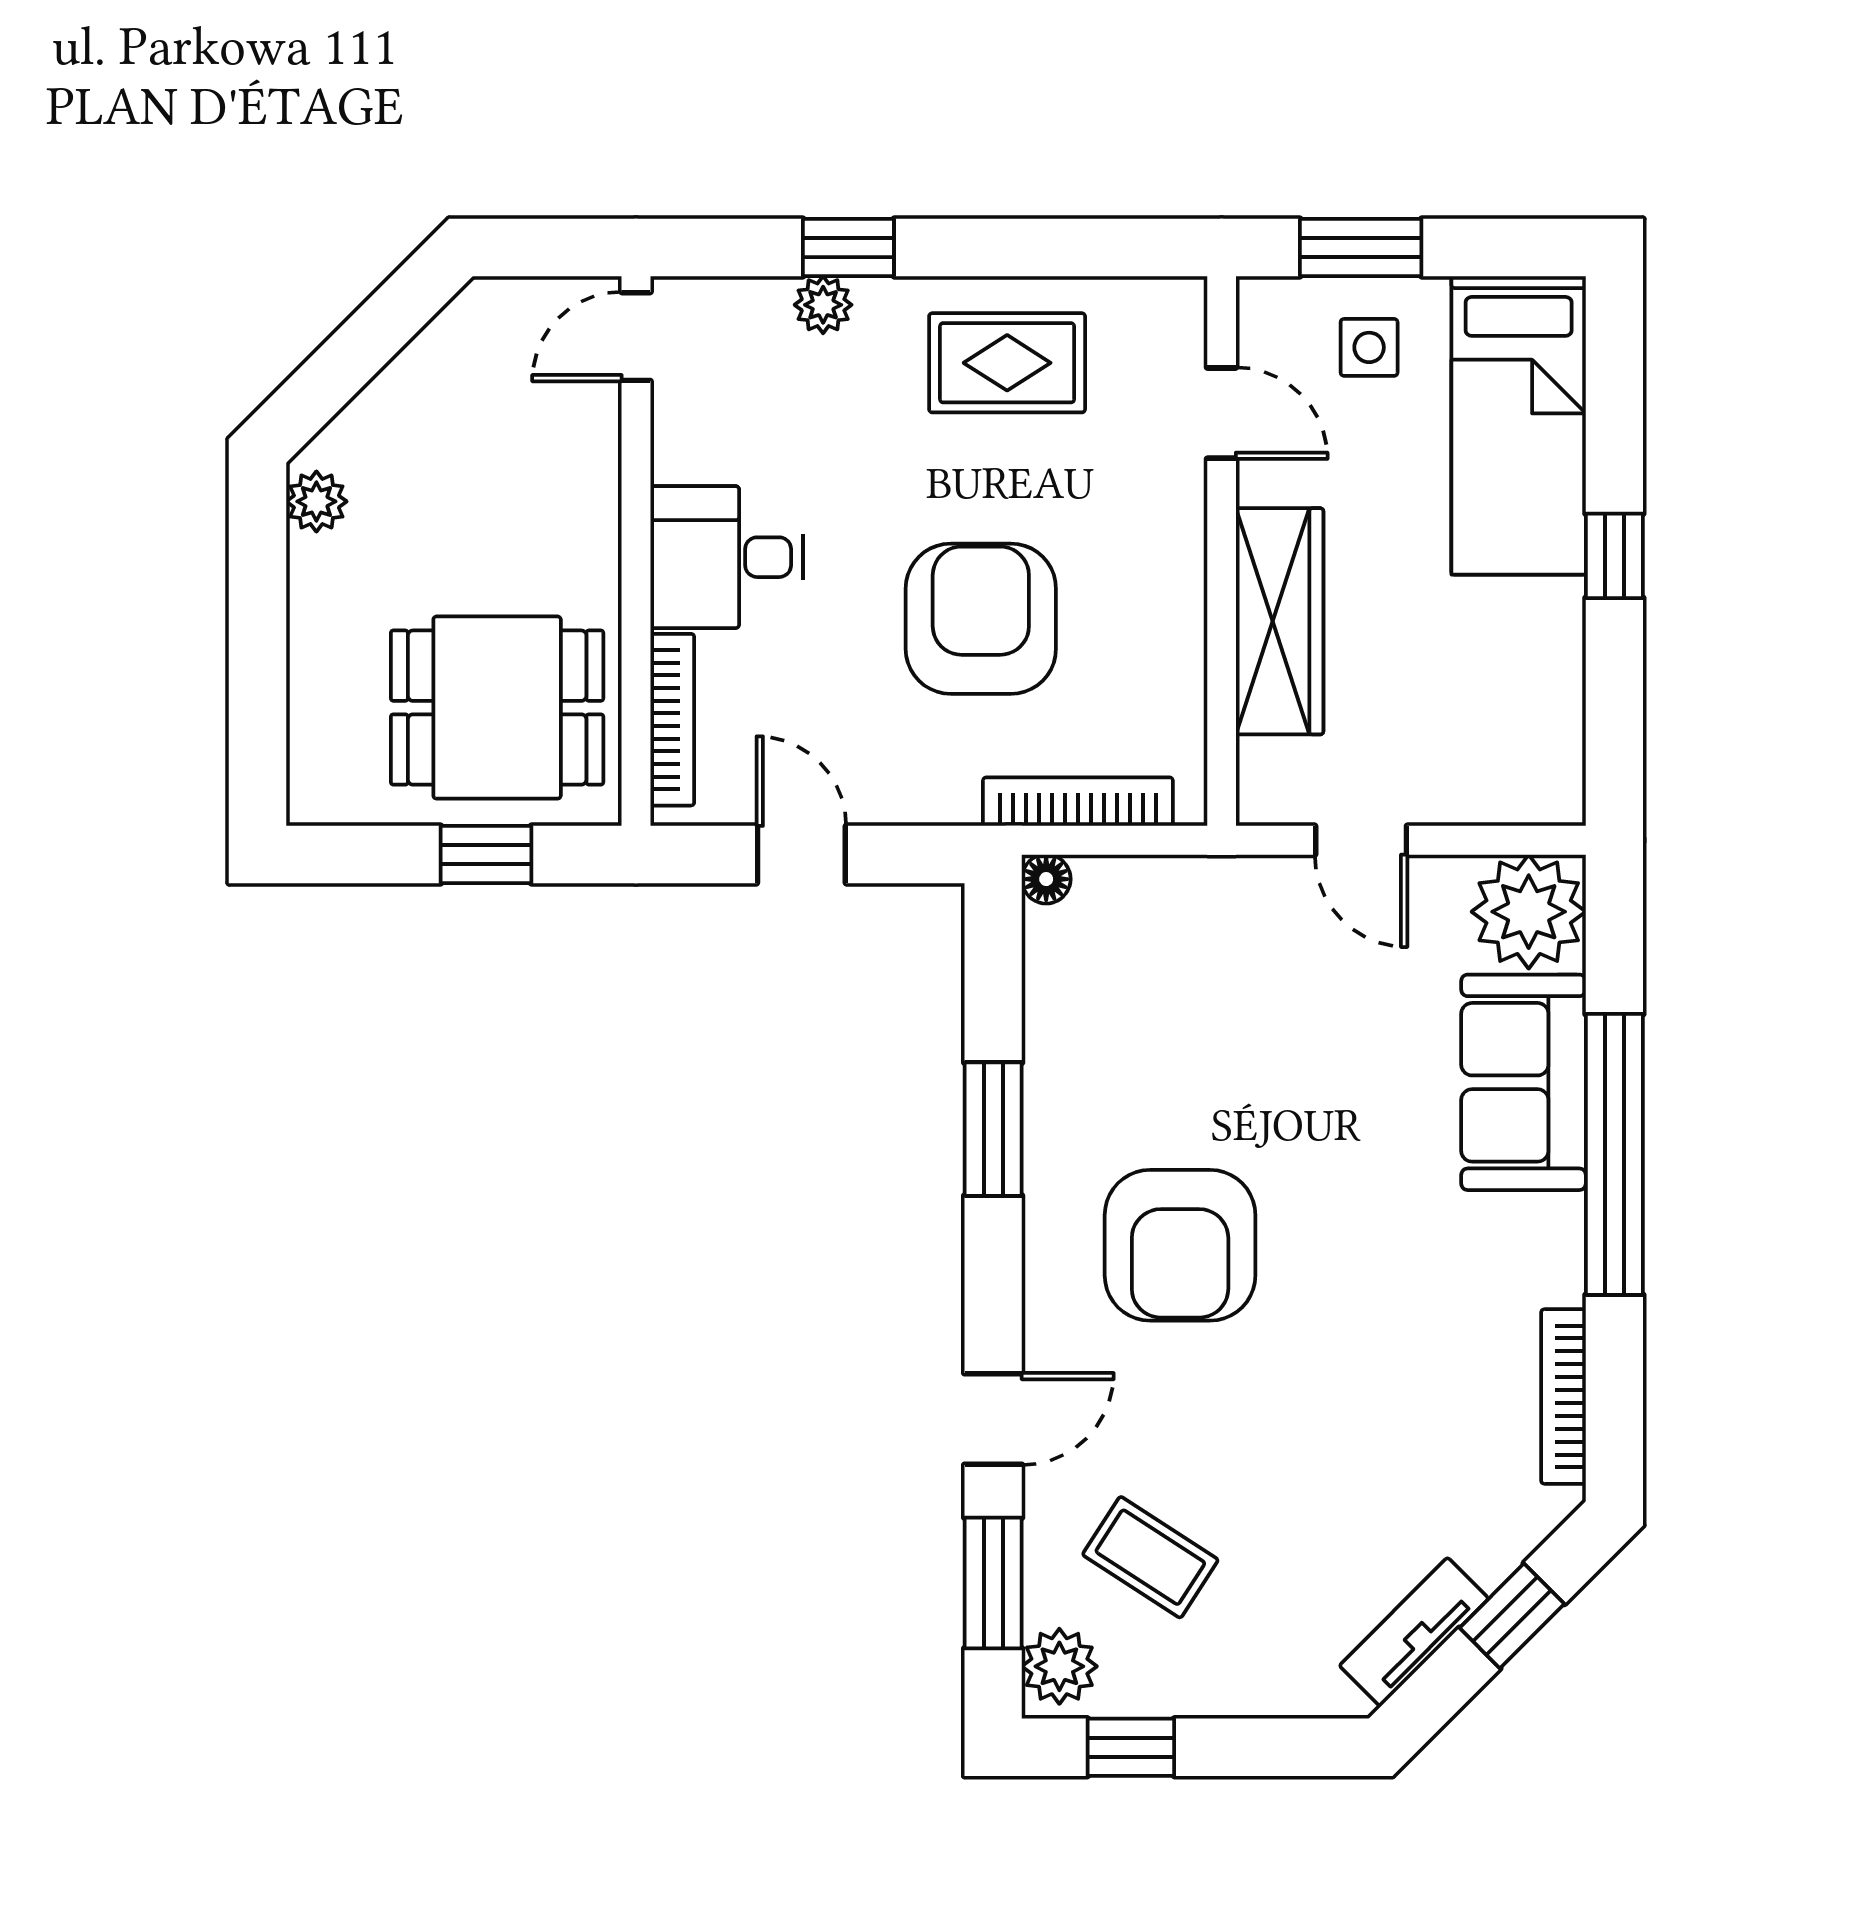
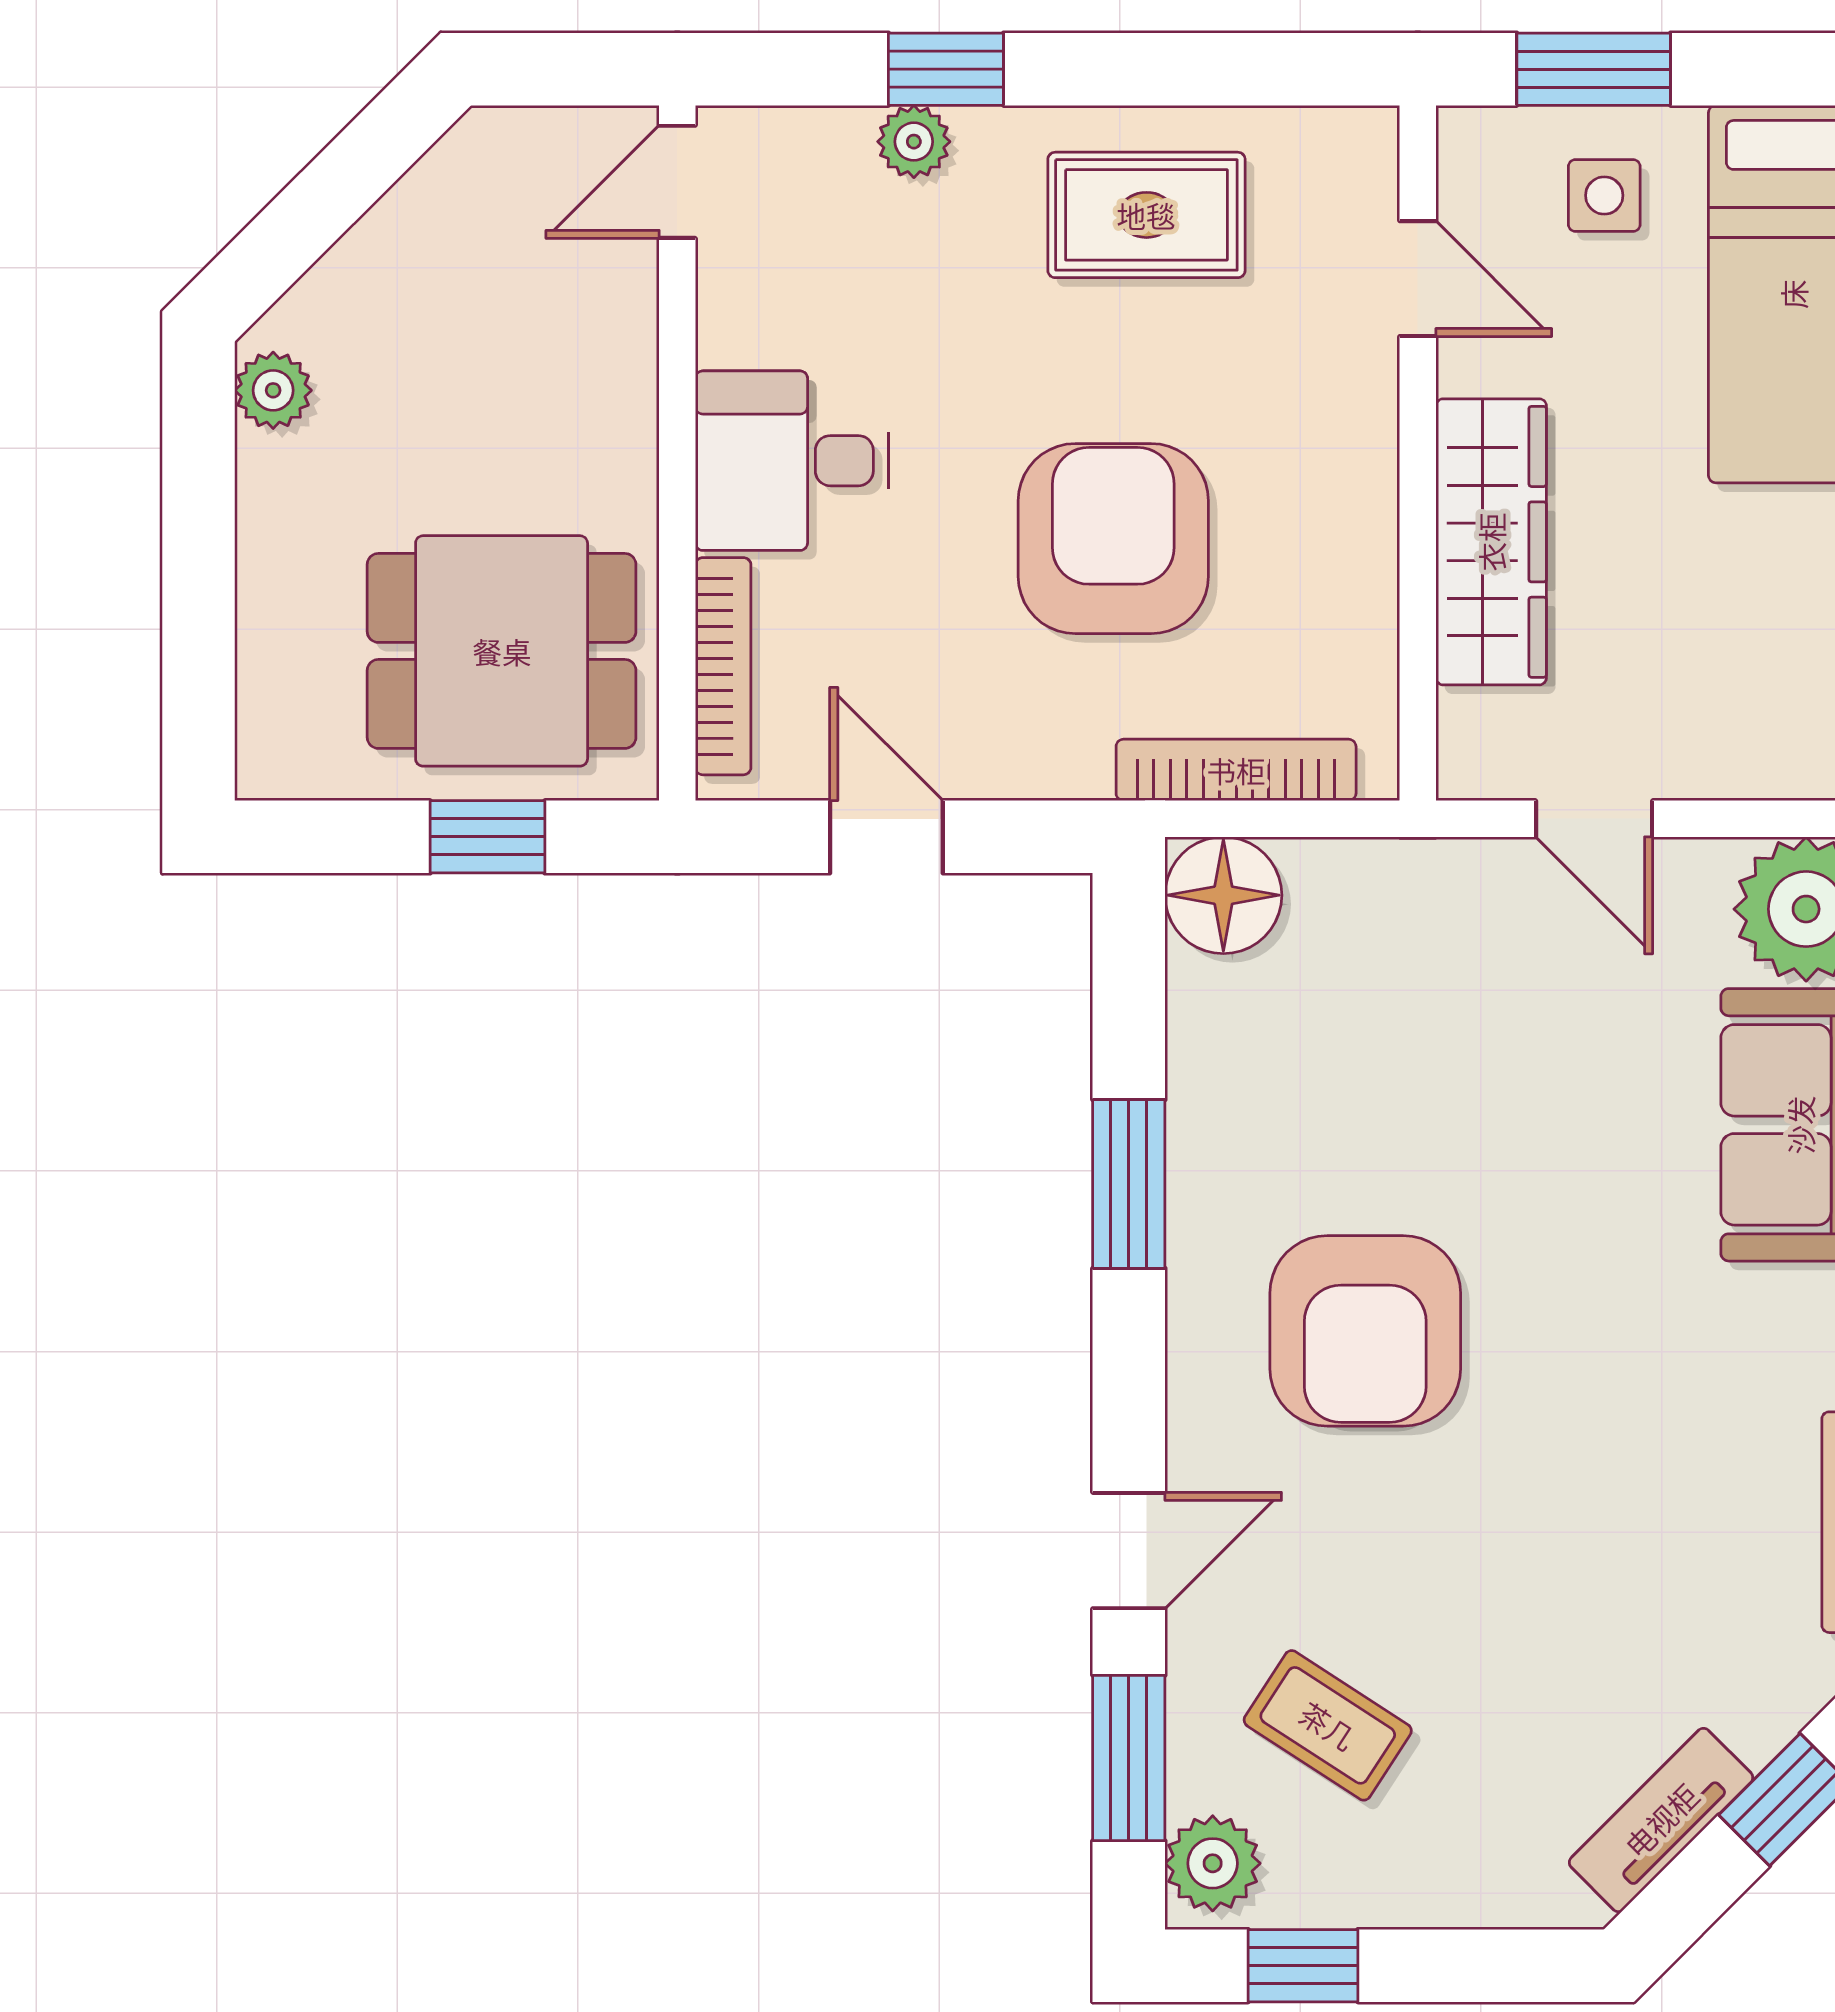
floor lamp: (1046, 879) -> (1223, 895), width x1.89, depth x1.89

